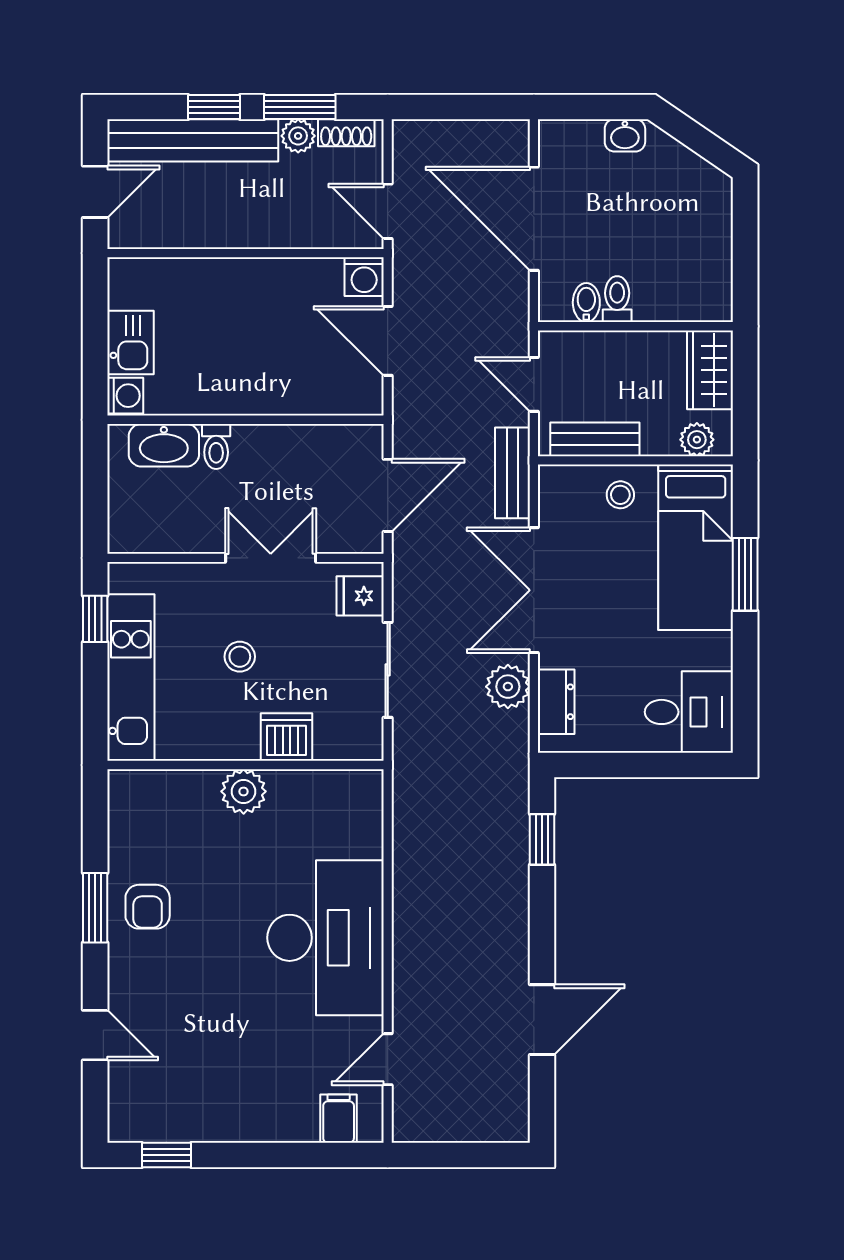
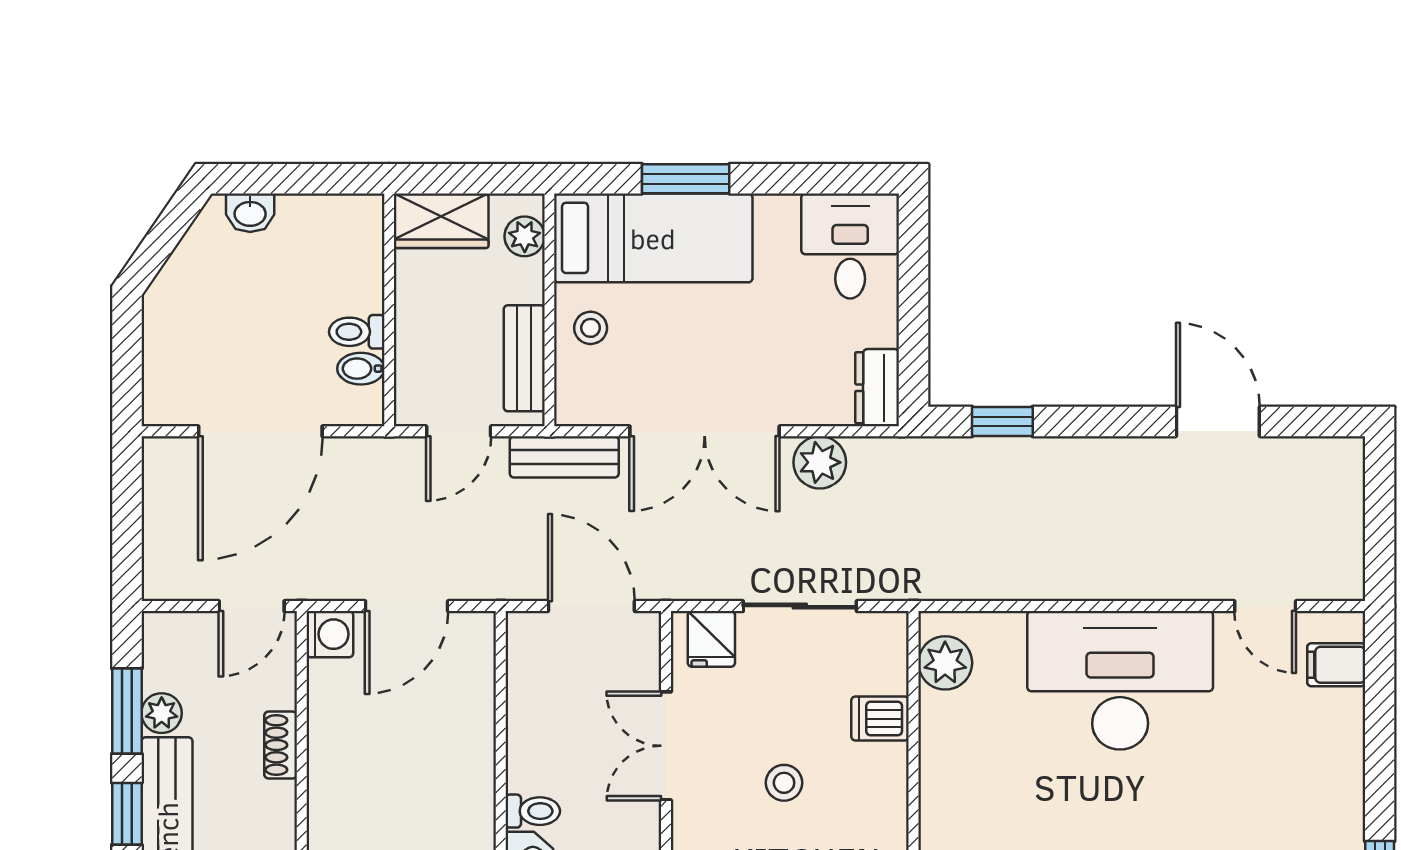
shoe rack: (346, 133) -> (281, 745), moved, turned 180
washbasin: (625, 135) -> (250, 213), moved, turned 90
dresser: (556, 702) -> (877, 388), moved, turned -90
dishwasher: (287, 737) -> (880, 719), width x0.73
plant: (244, 791) -> (945, 663), moved

